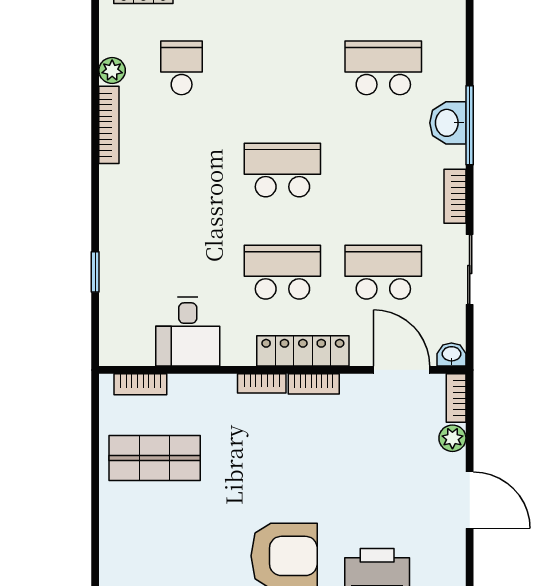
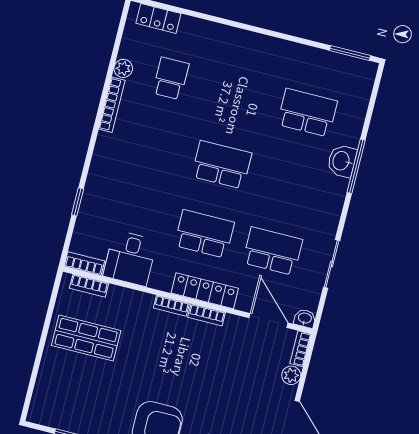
bookcase: (455, 196) -> (84, 264), moved, turned 90

